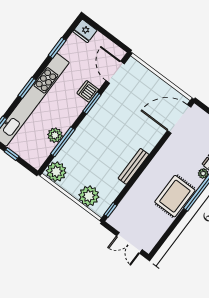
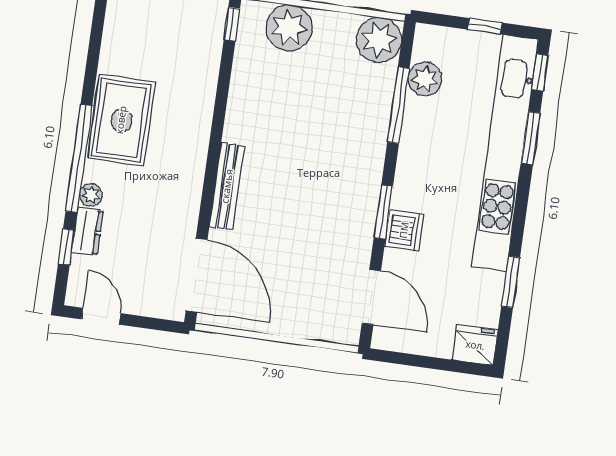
window: (27, 88) -> (531, 138), moved
door: (179, 119) -> (197, 275), hinge flipped
plant: (55, 135) -> (425, 79), moved
bench: (133, 166) -> (227, 186), moved

